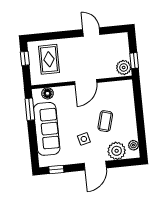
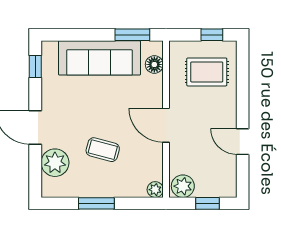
door: (91, 32) -> (243, 142), swing flipped
window: (134, 61) -> (208, 203), moved
window: (140, 122) -> (96, 203), added
side table: (84, 139) -> (78, 114), removed
plant: (133, 145) -> (155, 190), moved

